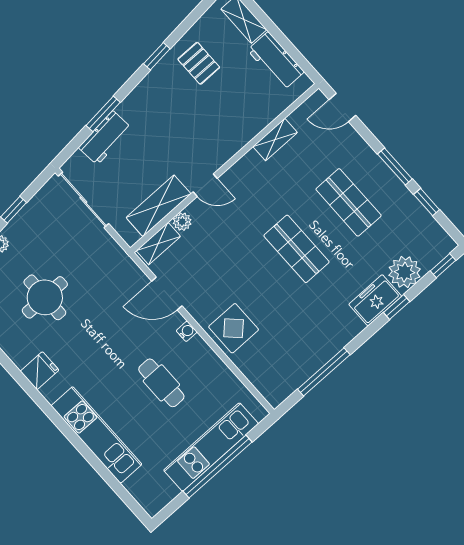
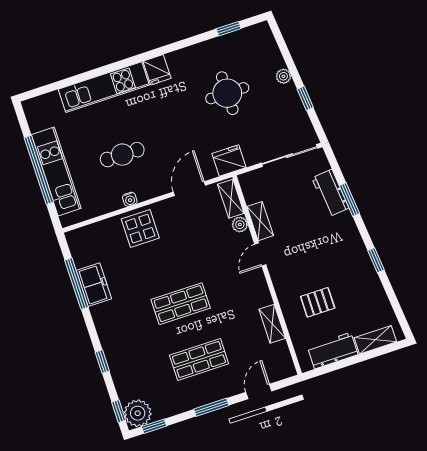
pallet: (199, 63) -> (318, 302), moved
door: (342, 107) -> (259, 392), moved
window: (427, 202) -> (154, 426), moved
shelving: (159, 206) -> (260, 221), width x0.67, depth x0.75
fridge: (117, 264) -> (229, 160), added
plant: (405, 272) -> (138, 413), moved
freezer: (375, 300) -> (94, 285), moved
water cooler: (187, 331) -> (130, 199), moved
fridge: (40, 371) -> (157, 70), moved

